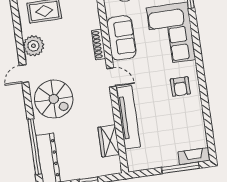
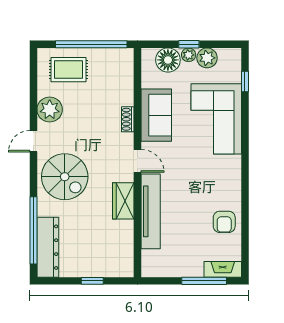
shoe rack: (99, 45) -> (128, 119), width x0.70
armchair: (180, 86) -> (224, 222), moved
wardrobe: (109, 141) -> (123, 201), moved

